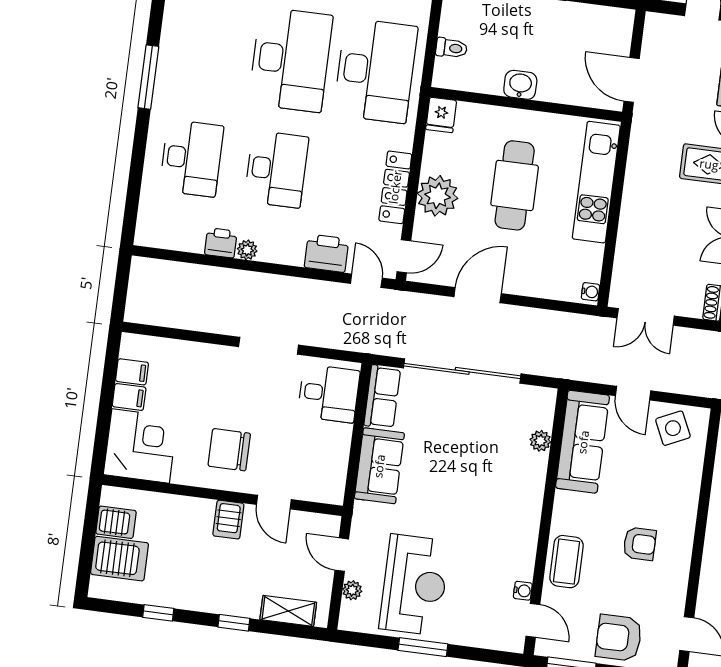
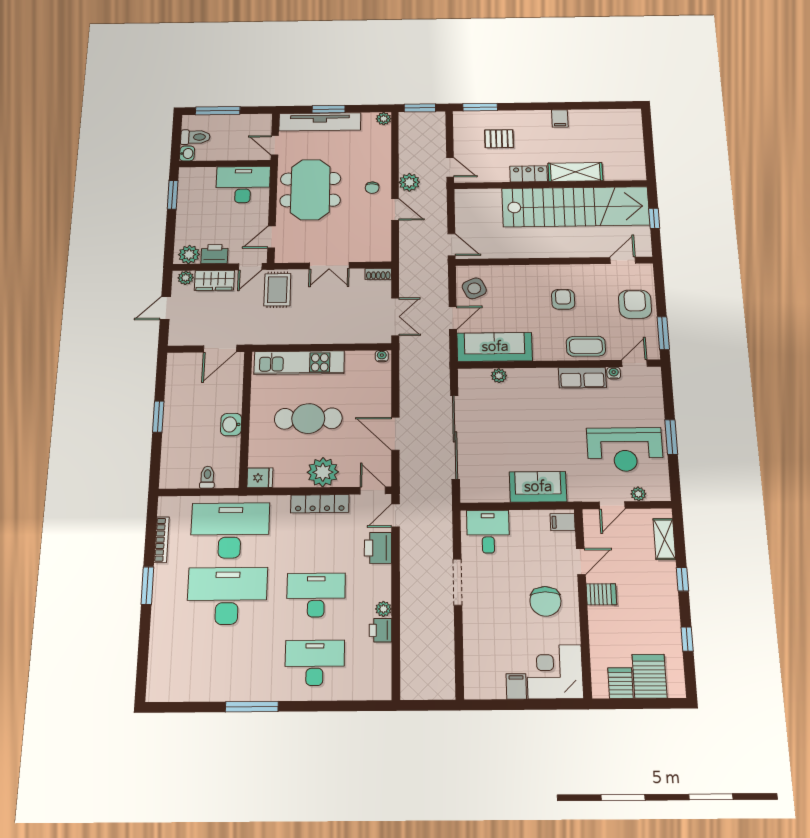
filing cabinet: (132, 372) -> (563, 522), moved, turned -90
row of seats: (382, 397) -> (582, 378), moved, turned 180
reception desk: (414, 585) -> (625, 449), turned 180
armchair: (619, 638) -> (635, 304), turned 180

